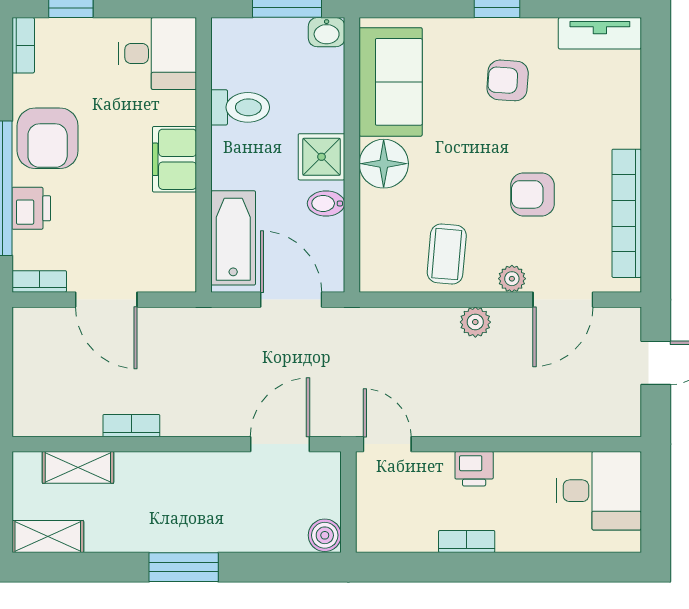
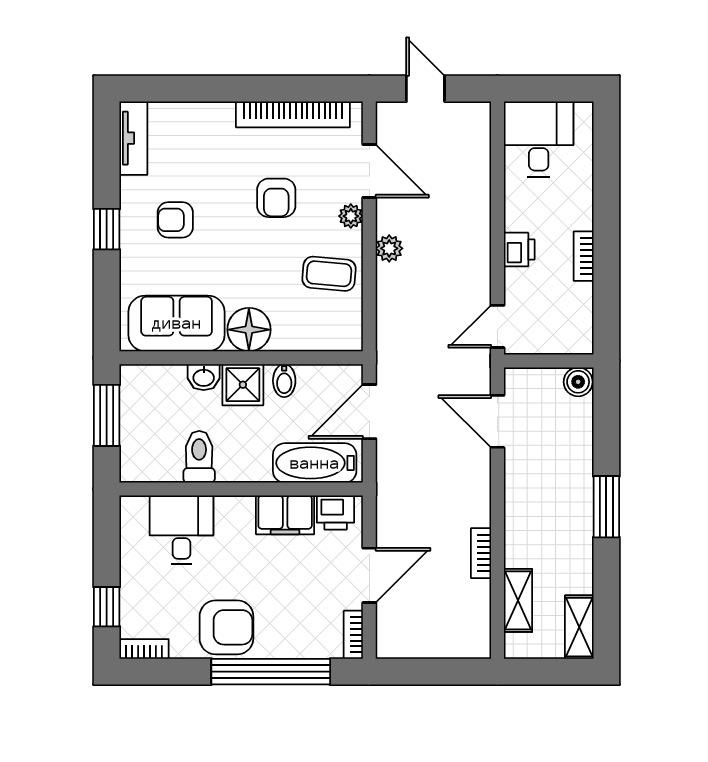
washbasin: (327, 32) -> (204, 377), moved, turned 90
desk: (158, 53) -> (181, 530), moved
armchair: (508, 80) -> (175, 220), turned 86
filing cabinet: (175, 159) -> (285, 515), moved
printer: (31, 208) -> (336, 512), moved, turned 180

